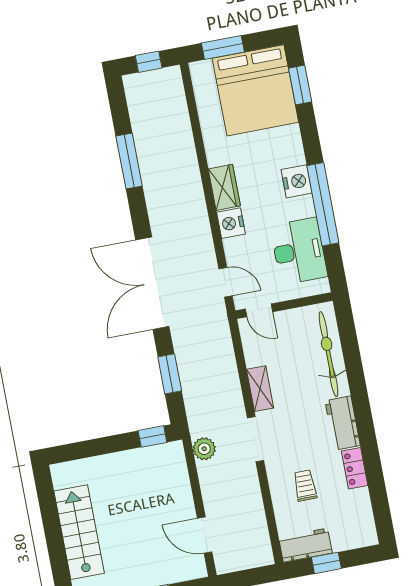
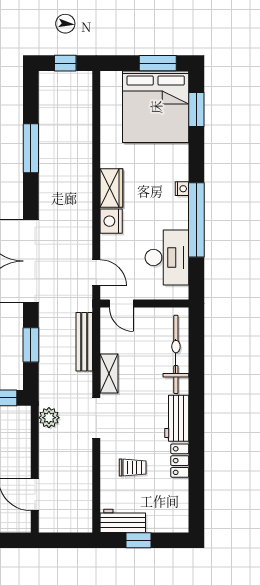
window: (223, 48) -> (158, 63), moved
nightstand: (297, 181) -> (182, 189), width x0.53, depth x0.56
bench: (227, 359) -> (84, 342), added
trolley: (305, 485) -> (133, 468), turned 90

